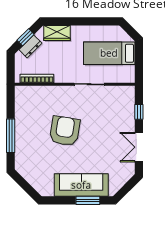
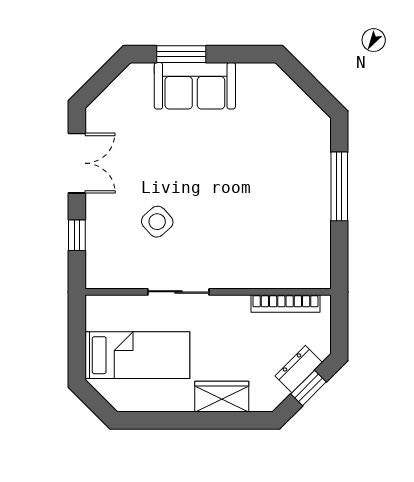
wardrobe: (57, 33) -> (222, 397), moved
side table: (100, 119) -> (157, 222), added
armchair: (65, 131) -> (229, 196), removed
sofa: (81, 185) -> (195, 86), width x0.73

